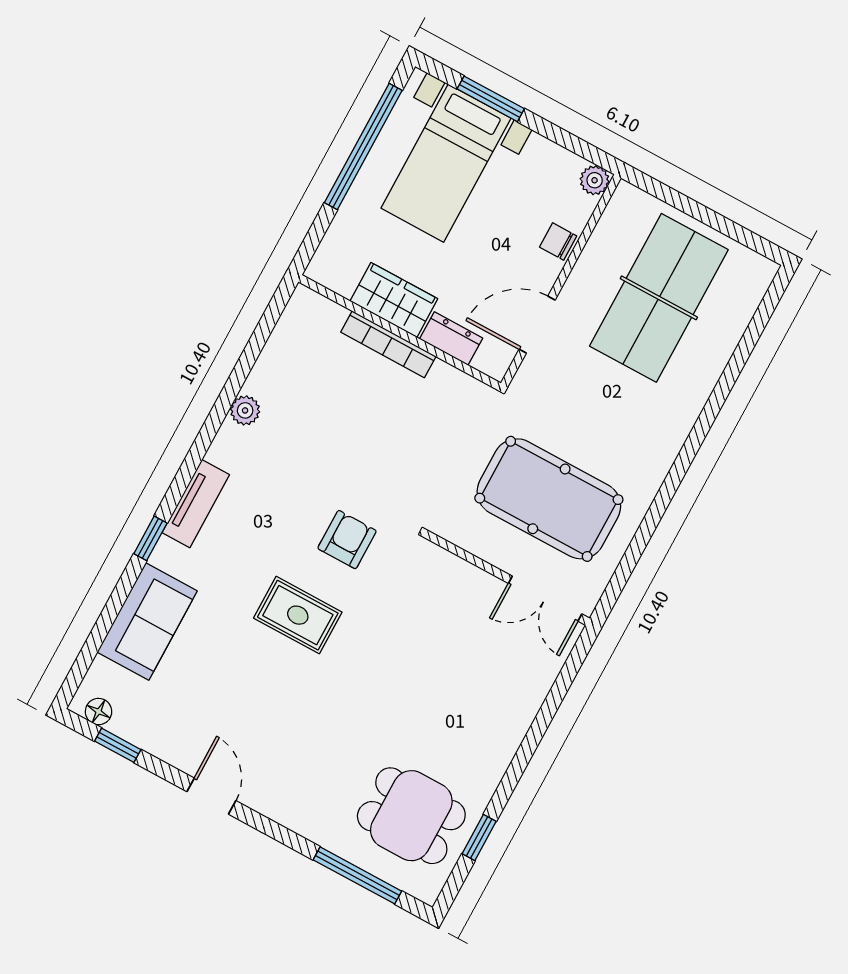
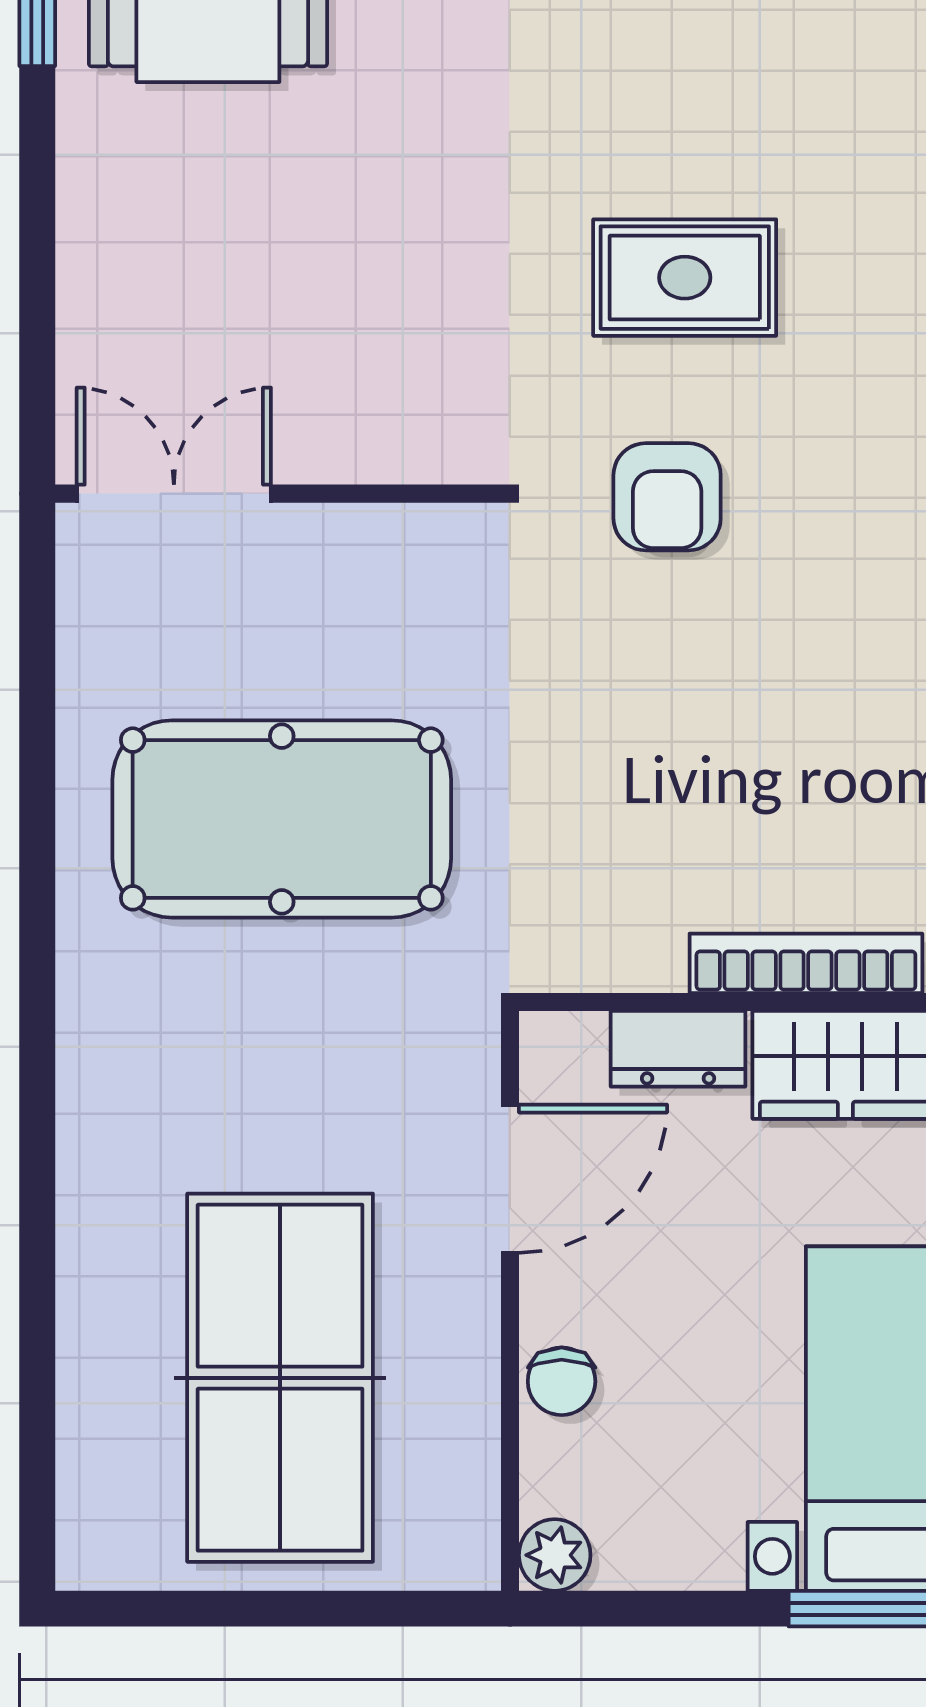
chair: (558, 242) -> (562, 1381), turned 90
wall: (508, 578) -> (278, 494), moved
double door: (545, 599) -> (174, 494), moved

